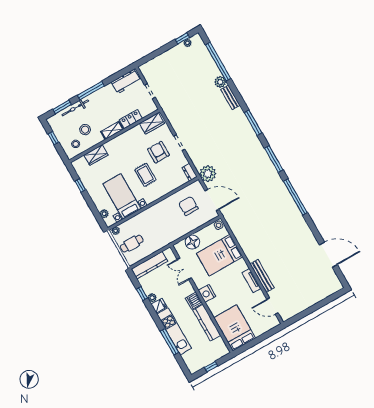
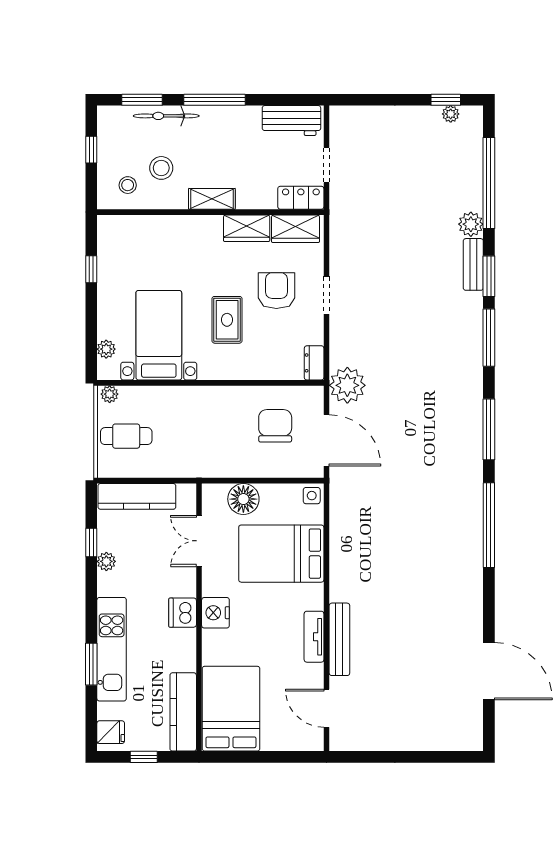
window: (239, 98) -> (489, 276), added
locker: (131, 119) -> (301, 198), moved
wardrobe: (96, 155) -> (247, 228), moved
fridge: (159, 306) -> (111, 732), moved
kitchen counter: (207, 323) -> (183, 712), moved
window: (169, 342) -> (91, 664), width x0.69

